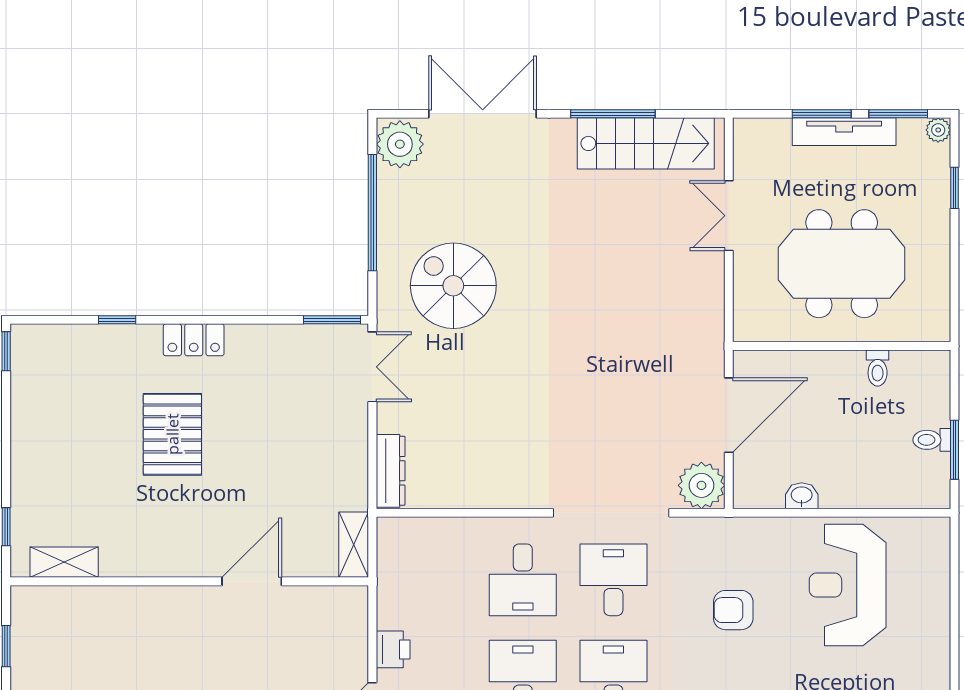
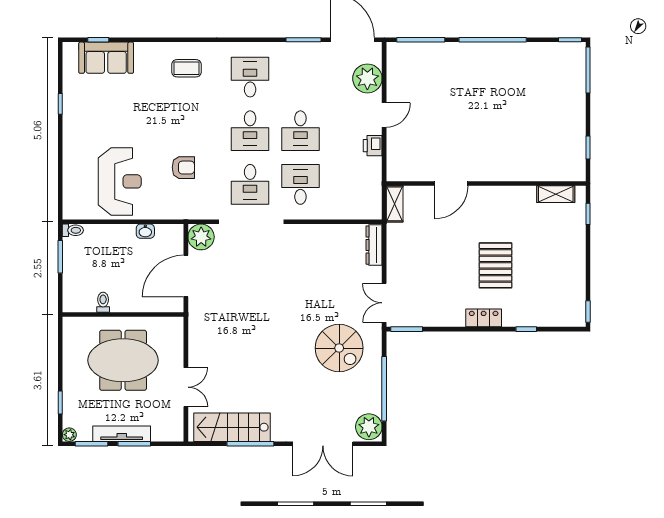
toilet: (932, 440) -> (73, 230), moved

